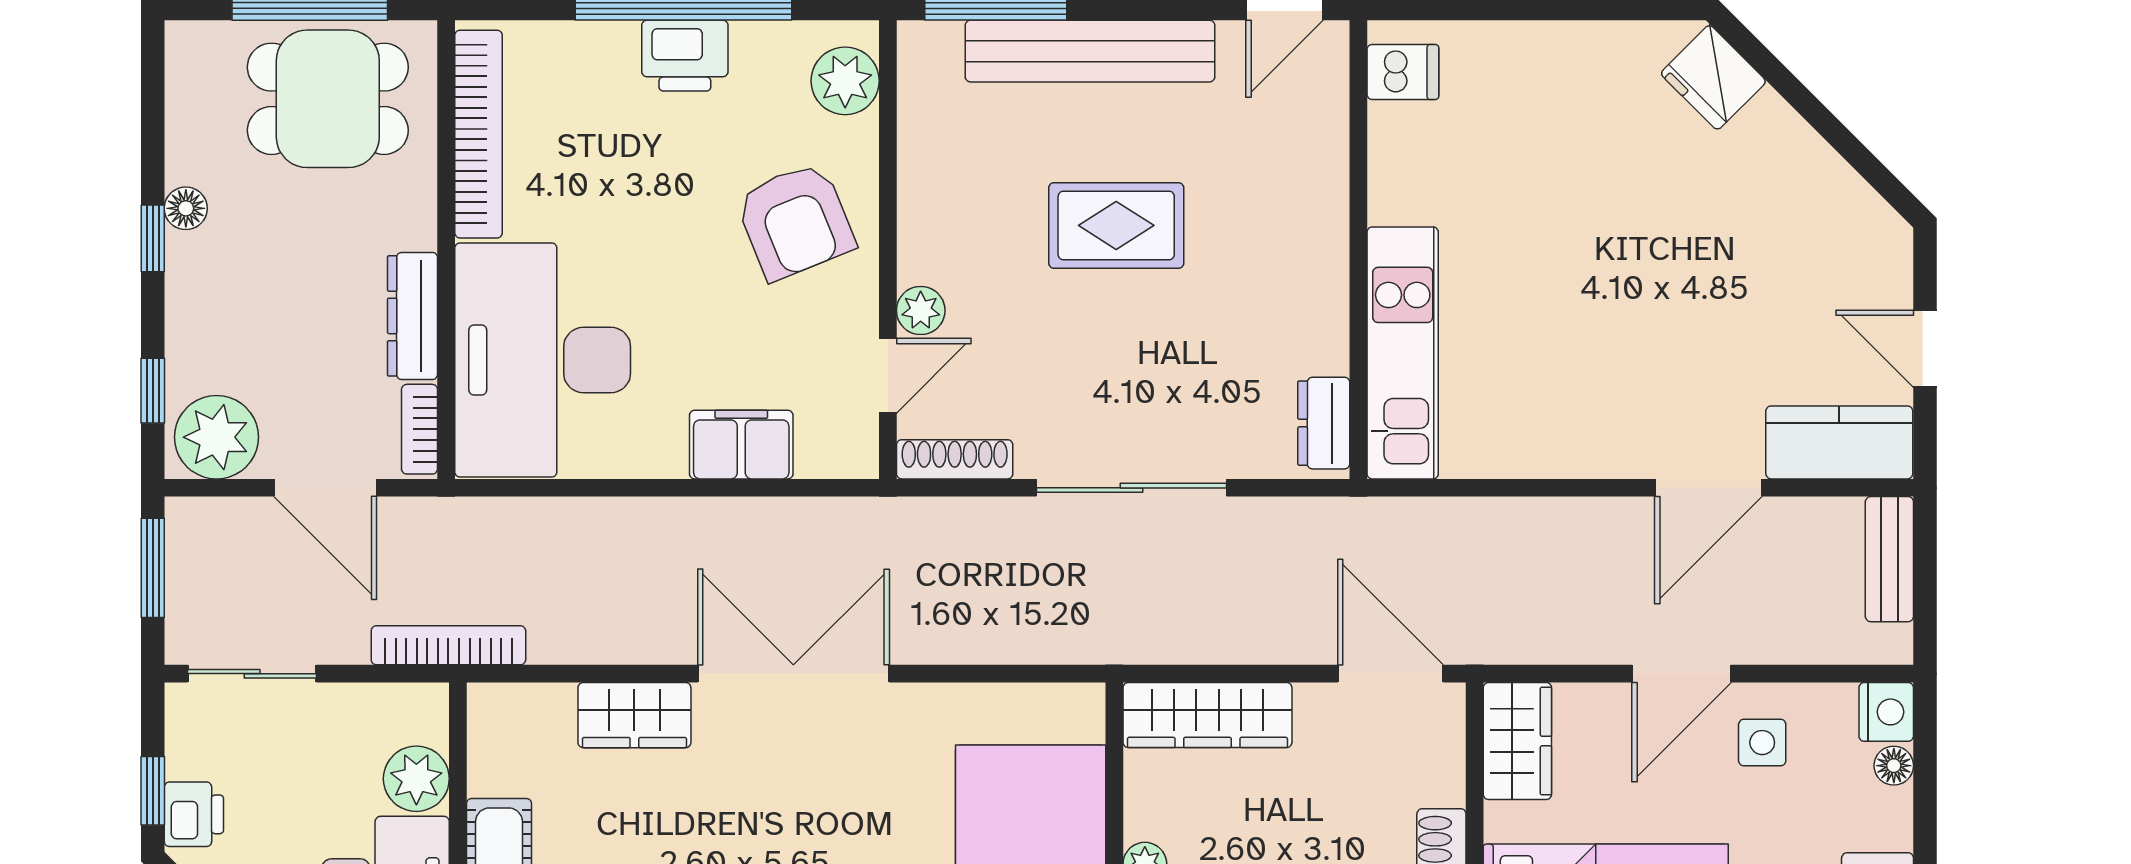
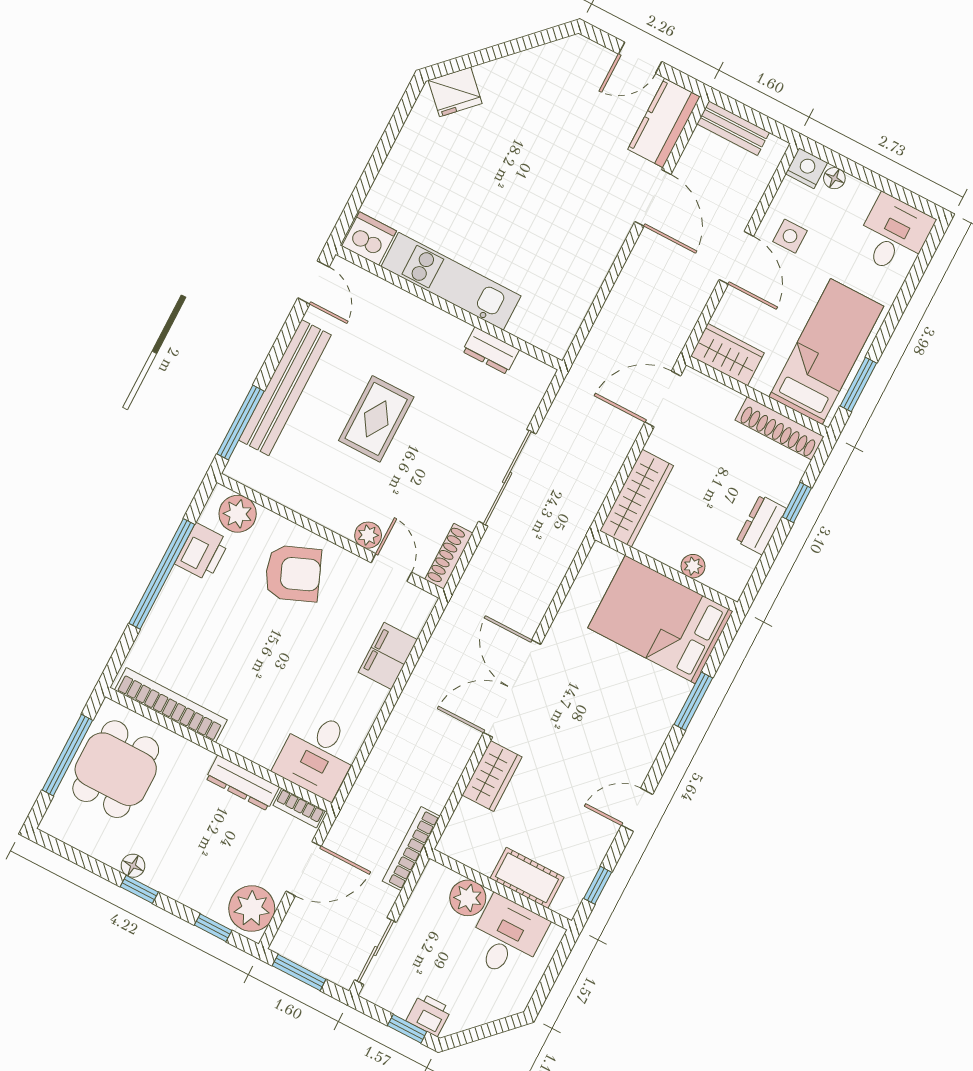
printer: (685, 56) -> (202, 552), moved
dishwasher: (1403, 72) -> (369, 238), width x1.38
kitchen unit: (1403, 353) -> (451, 281), moved
desk: (543, 360) -> (318, 755), width x0.53, depth x0.77
dresser: (1324, 423) -> (491, 351), moved

